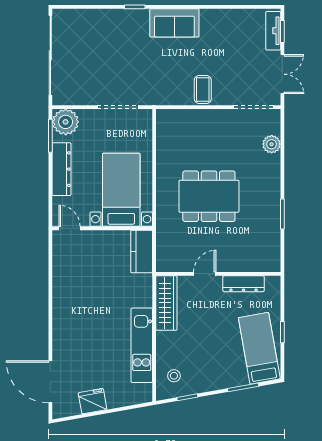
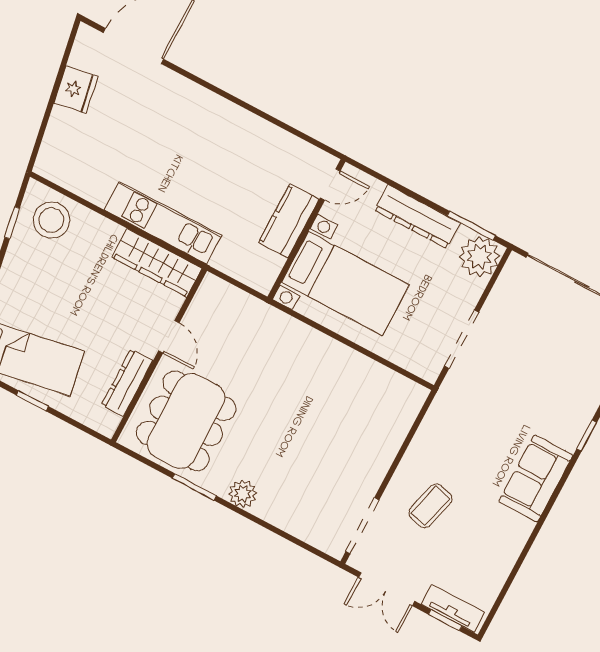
coffee table: (203, 89) -> (430, 506), moved, turned -75
plant: (272, 144) -> (243, 494), moved
dining table: (209, 196) -> (186, 421), moved
kitchen counter: (142, 251) -> (289, 221), moved, turned -90
kitchen unit: (142, 345) -> (163, 223), moved
stool: (174, 376) -> (51, 220), width x1.89, depth x1.89

